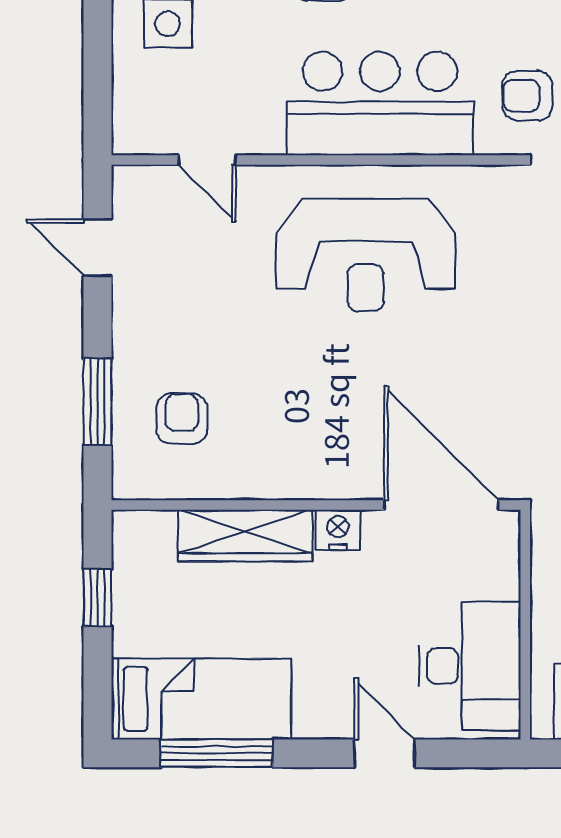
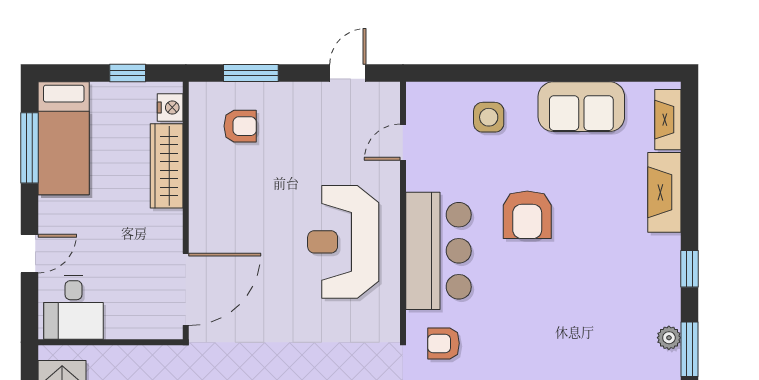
armchair: (527, 96) -> (444, 343), turned -90
nightstand: (338, 530) -> (170, 107), moved
desk: (470, 666) -> (73, 307), width x0.73

